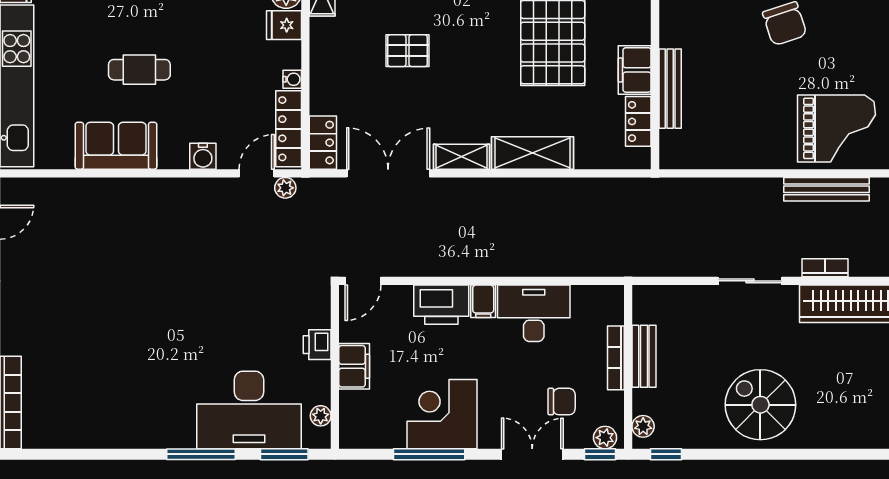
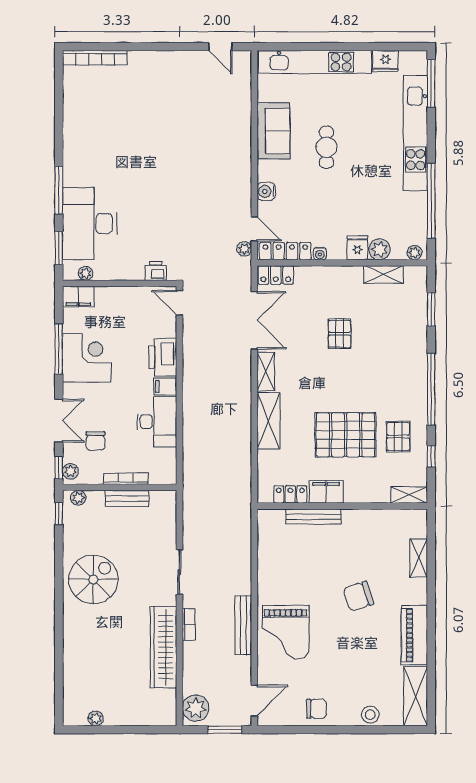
printer: (317, 345) -> (156, 271), moved
filing cabinet: (354, 366) -> (78, 297), moved

